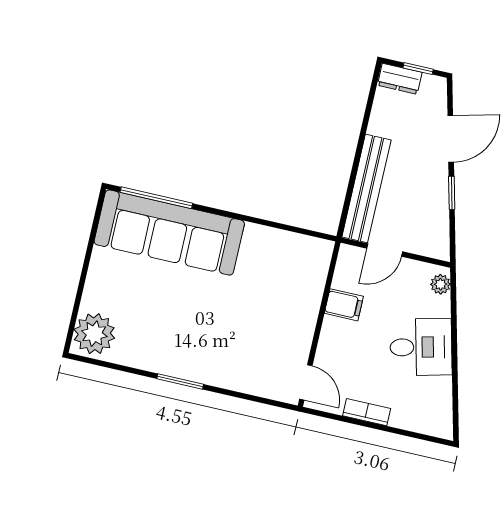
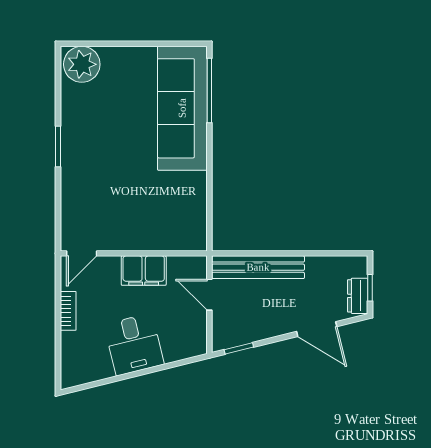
dresser: (400, 79) -> (358, 296), moved
window: (452, 193) -> (239, 348), moved
plant: (441, 284) -> (191, 349), removed
filing cabinet: (344, 305) -> (144, 271), width x2.00

